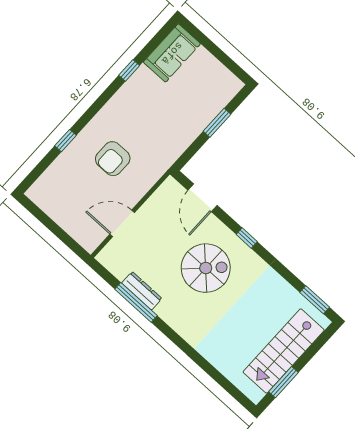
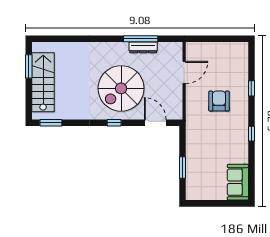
window: (129, 70) -> (251, 134), moved
spiral stairs: (206, 268) -> (121, 88), width x1.37, depth x1.37

